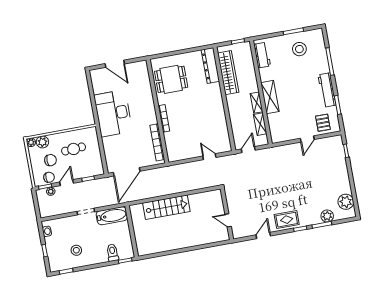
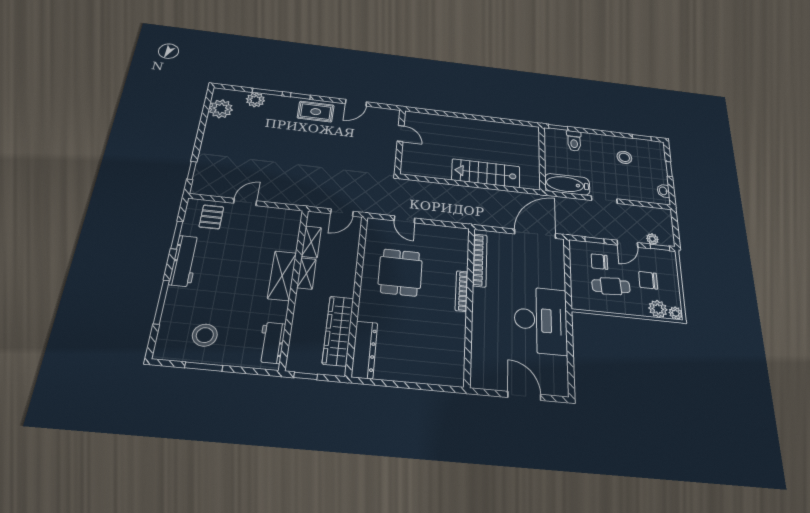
dining table: (171, 79) -> (400, 272), moved, turned 90
chair: (49, 177) -> (599, 262), moved

